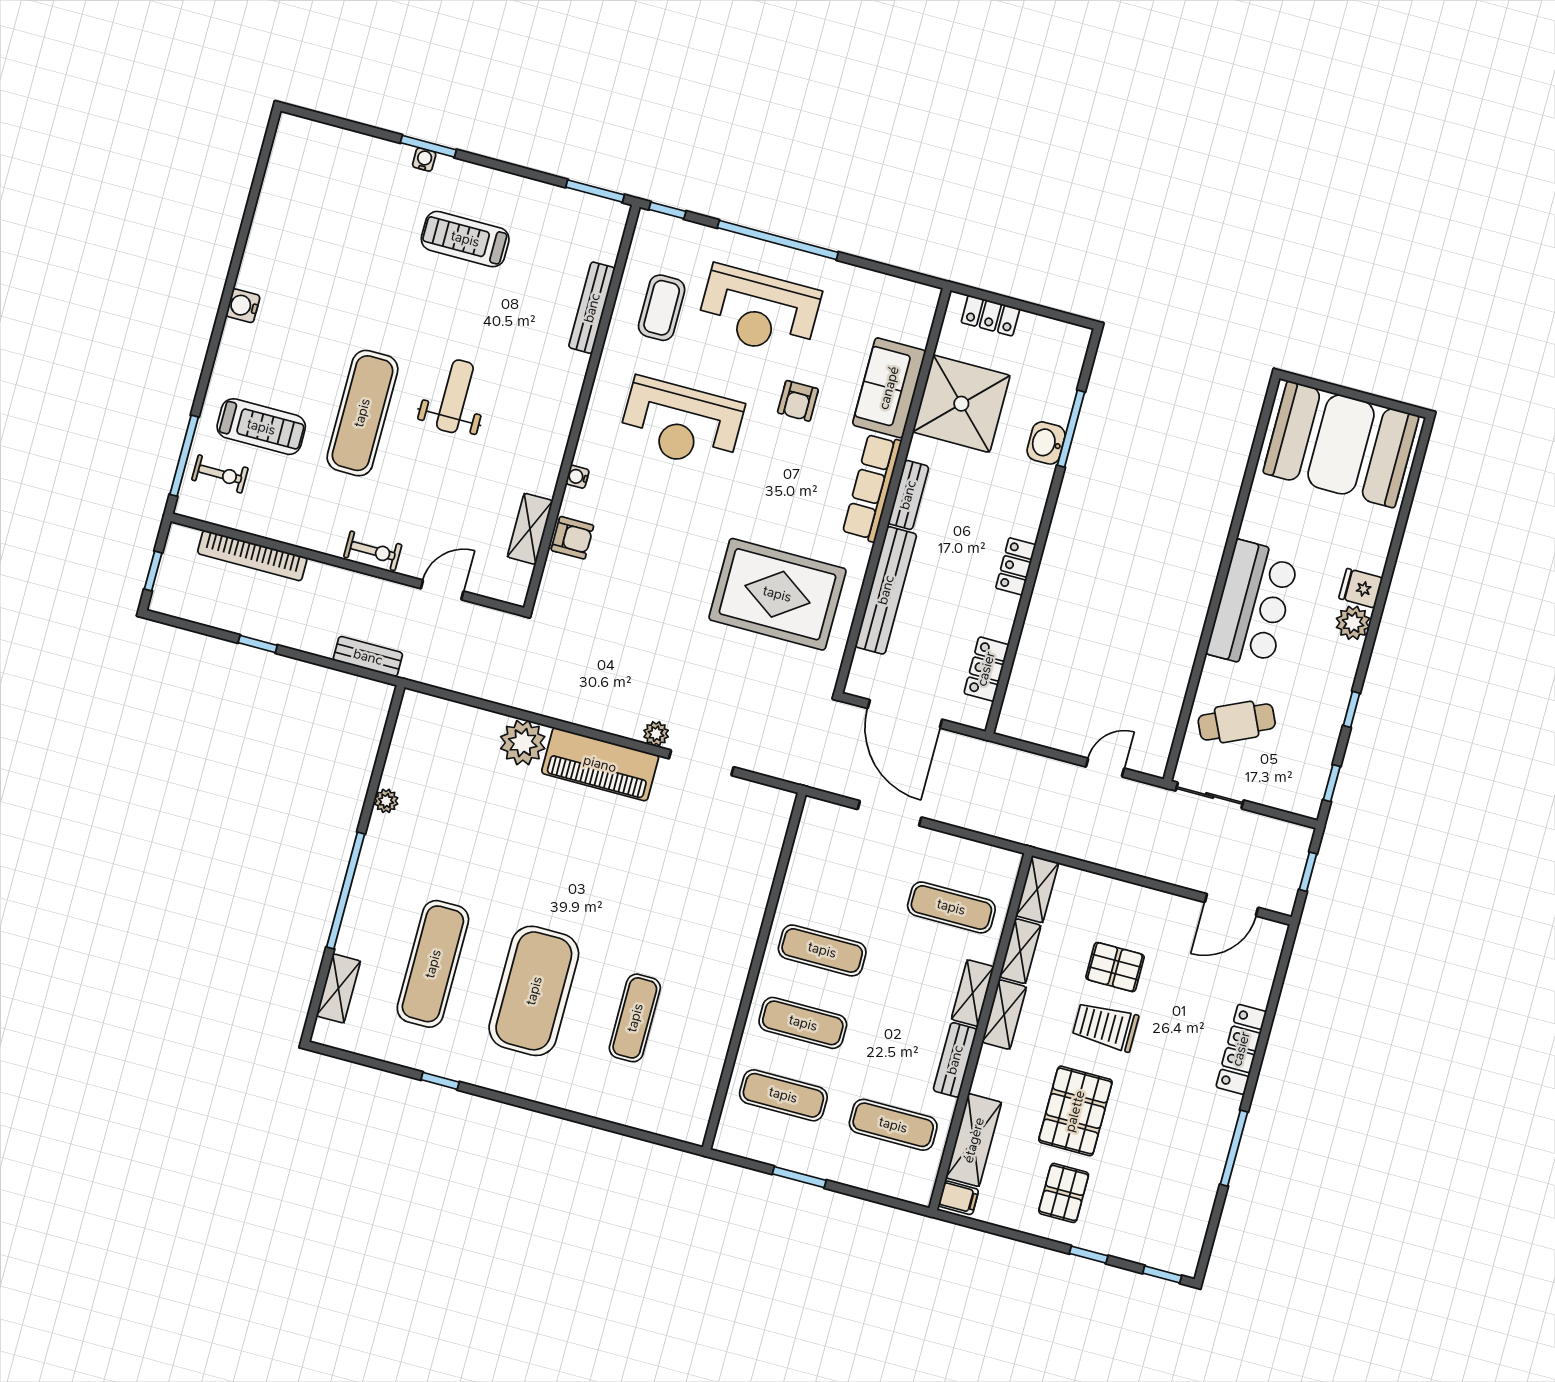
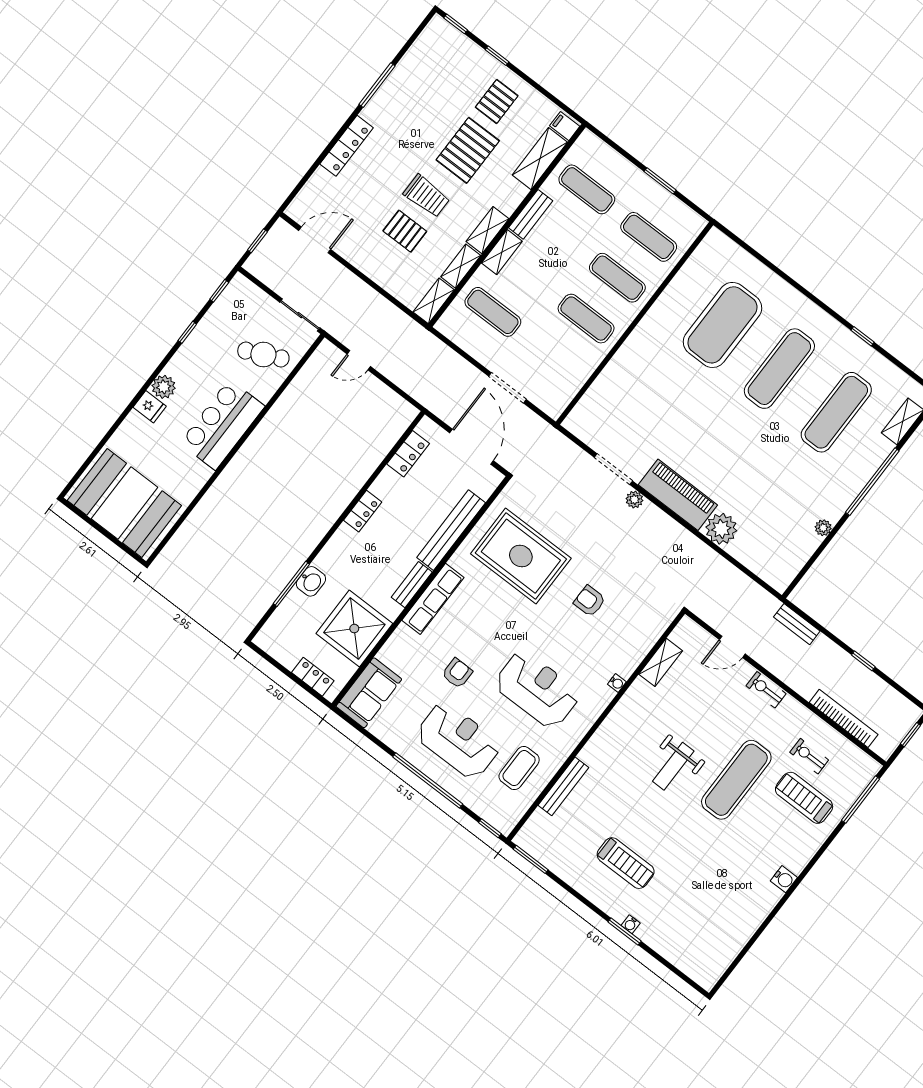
sofa: (889, 388) -> (369, 693), moved
exercise bike: (220, 474) -> (809, 756), moved
armchair: (572, 538) -> (590, 601), moved
exercise mat: (534, 991) -> (779, 369), width x0.68
exercise mat: (635, 1018) -> (722, 325), width x2.00, depth x1.45

